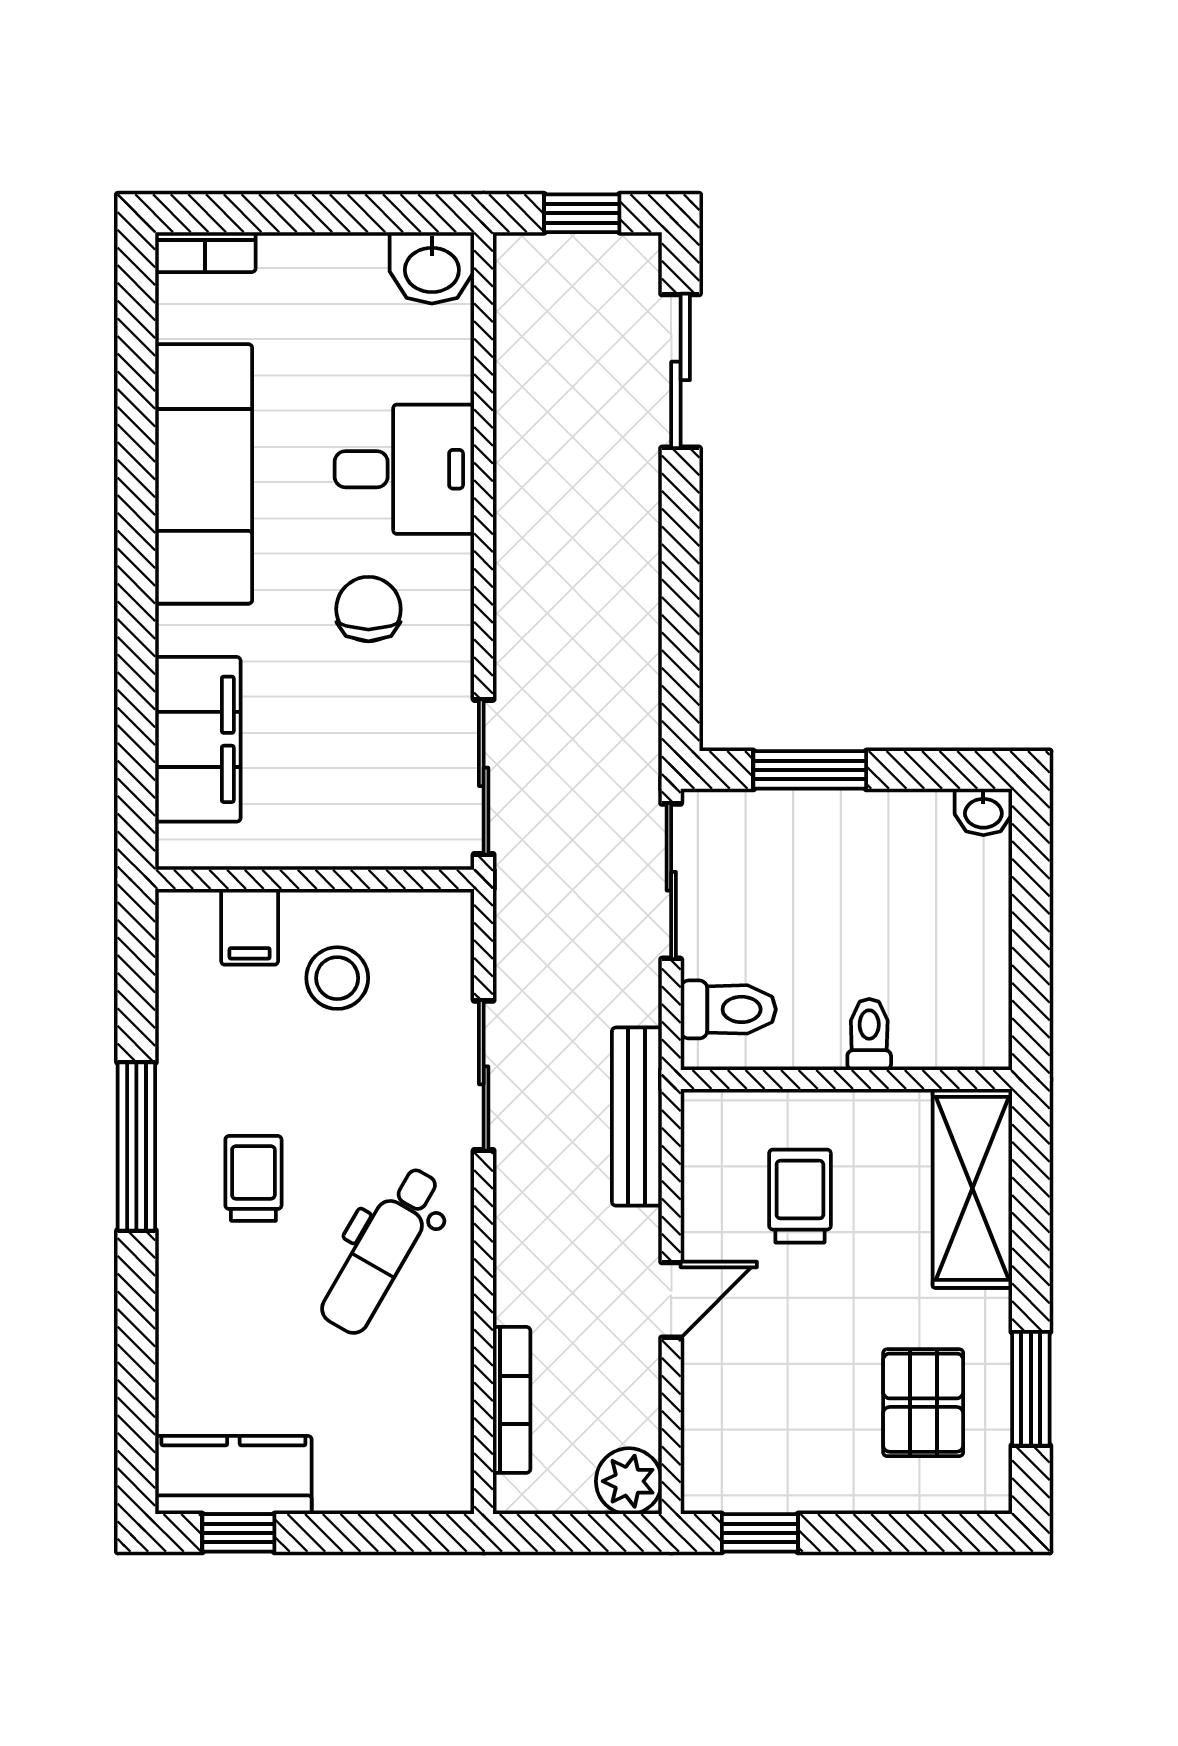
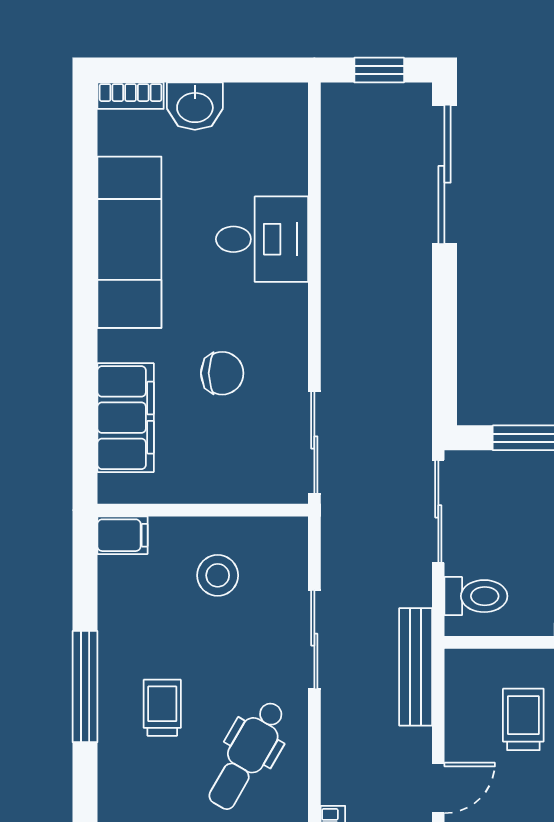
washbasin: (432, 268) -> (195, 106), moved
sliding door: (681, 371) -> (444, 174), width x1.37
chair: (368, 609) -> (222, 373), moved, turned 90
filing cabinet: (250, 927) -> (122, 535), moved, turned -90

